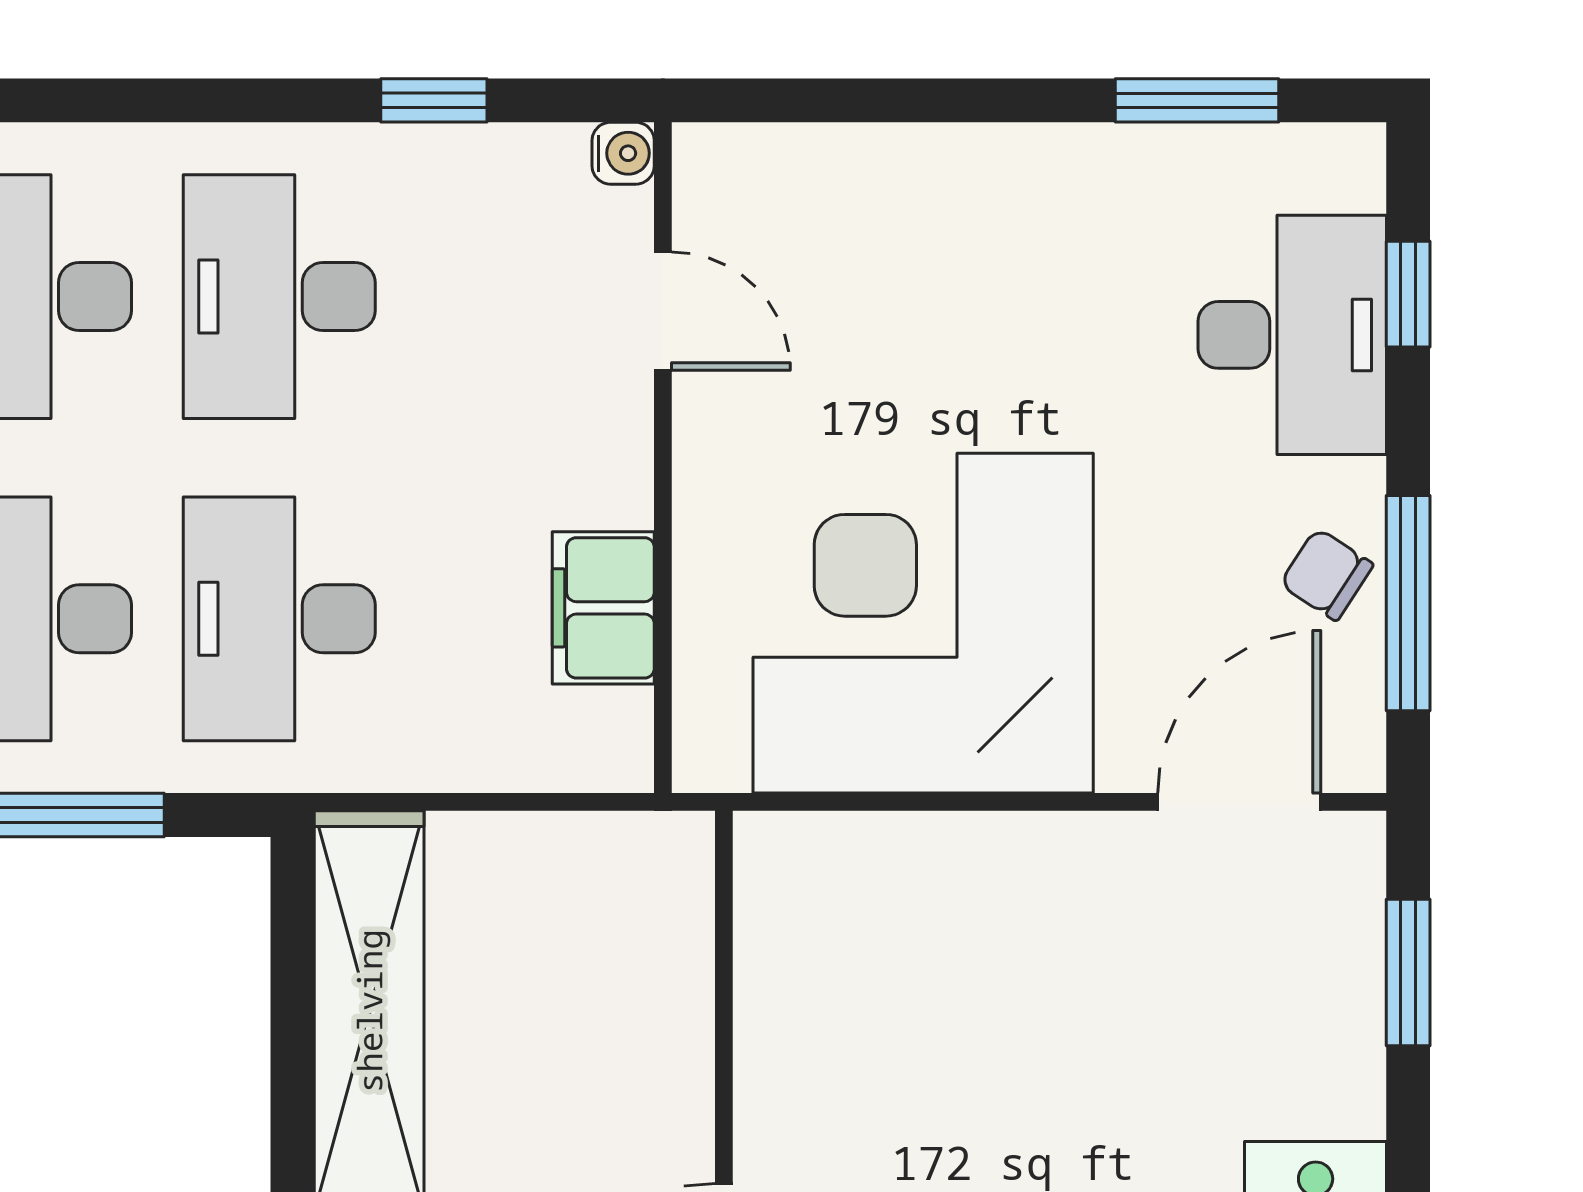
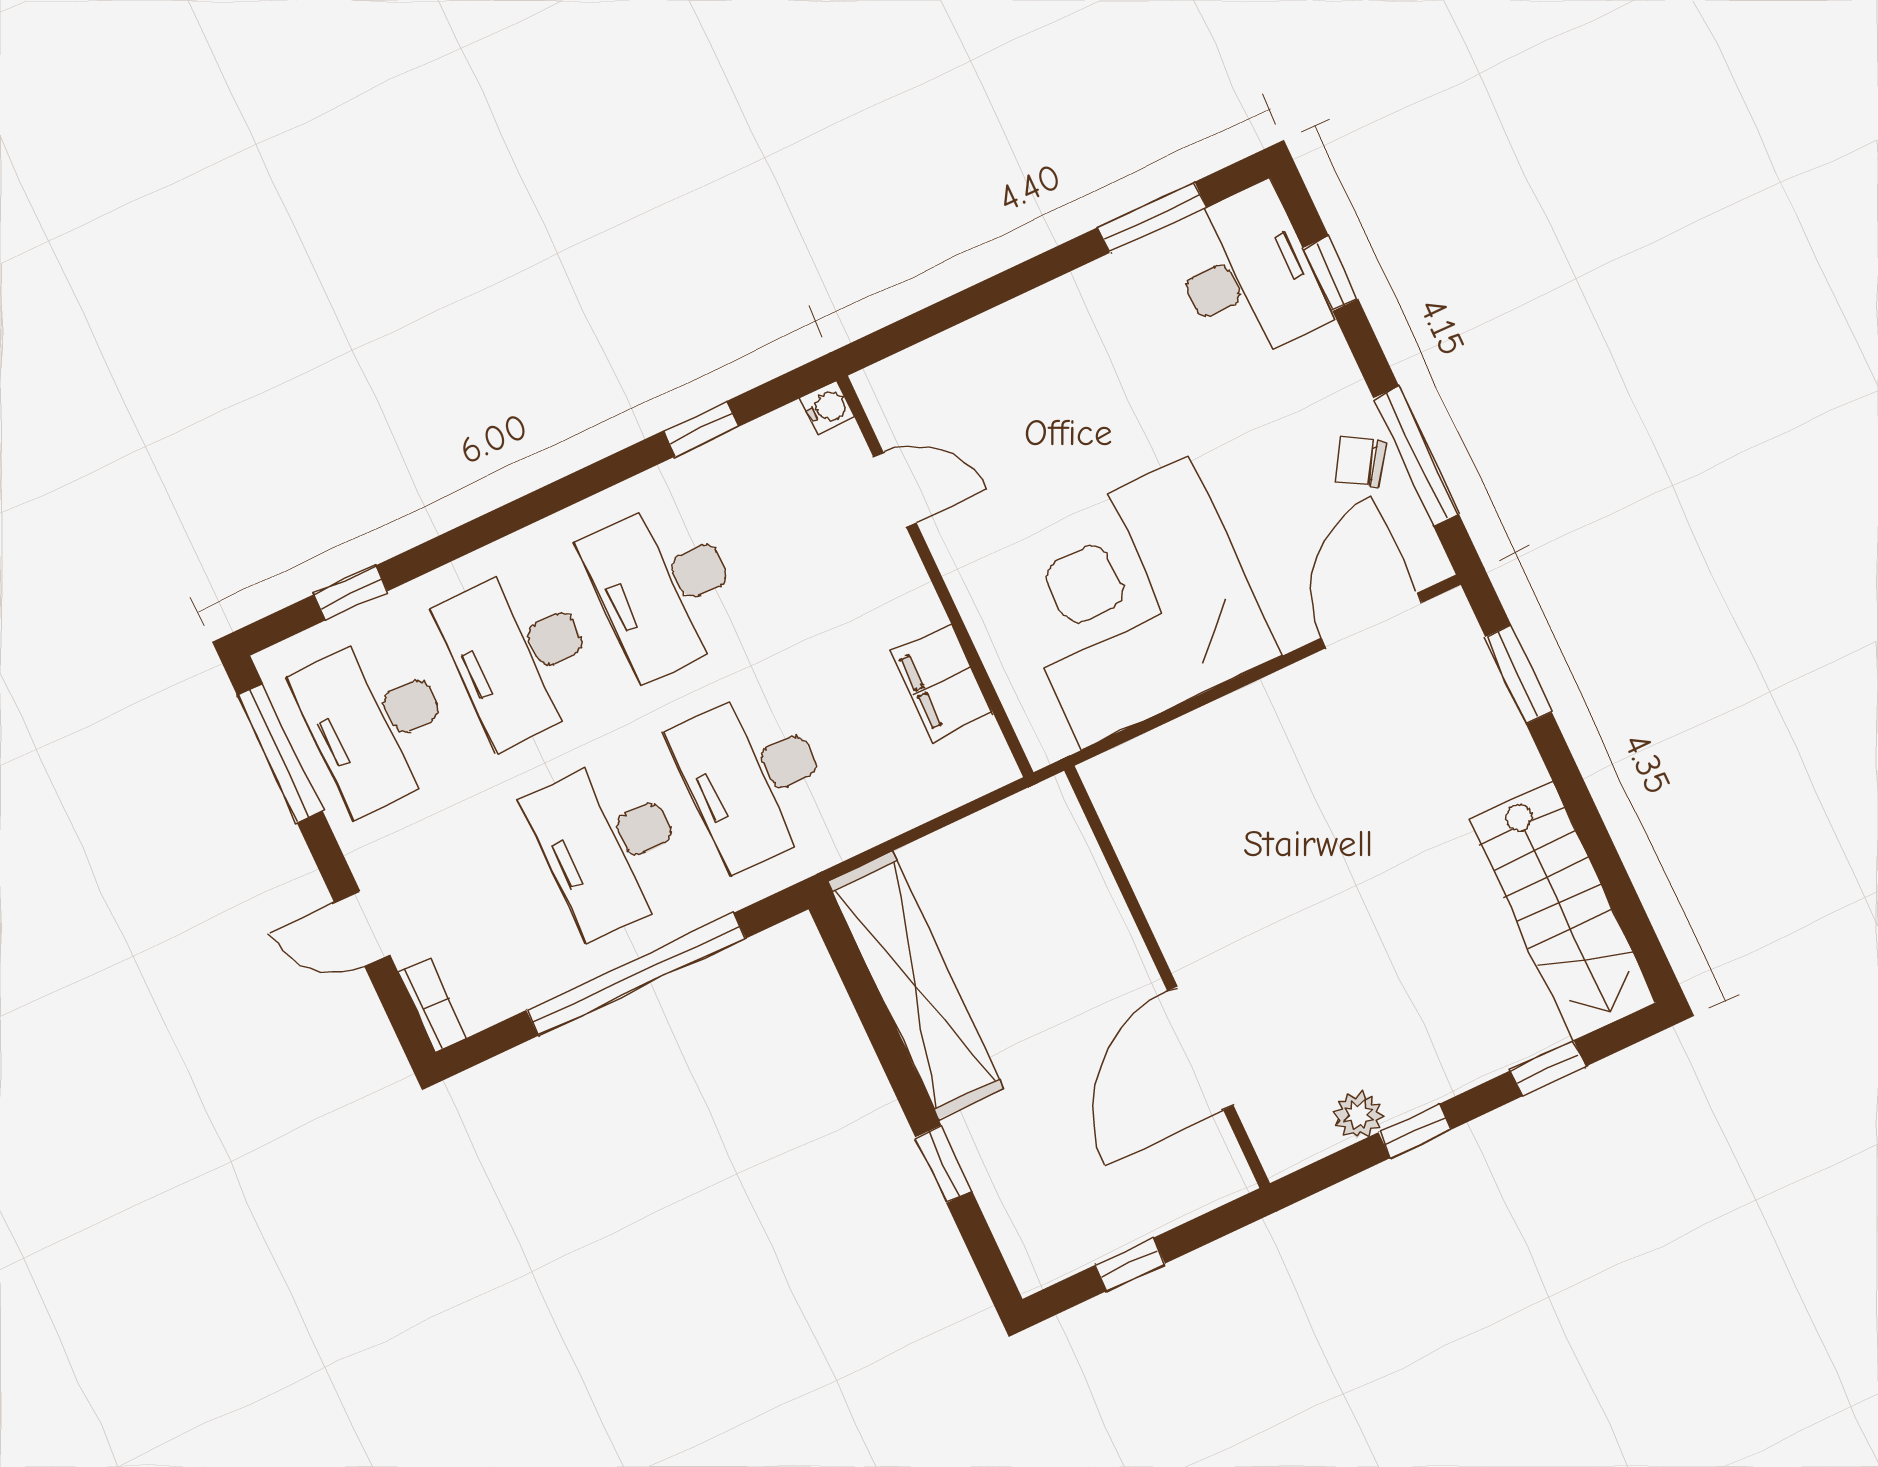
desk: (1292, 335) -> (1248, 275), moved

